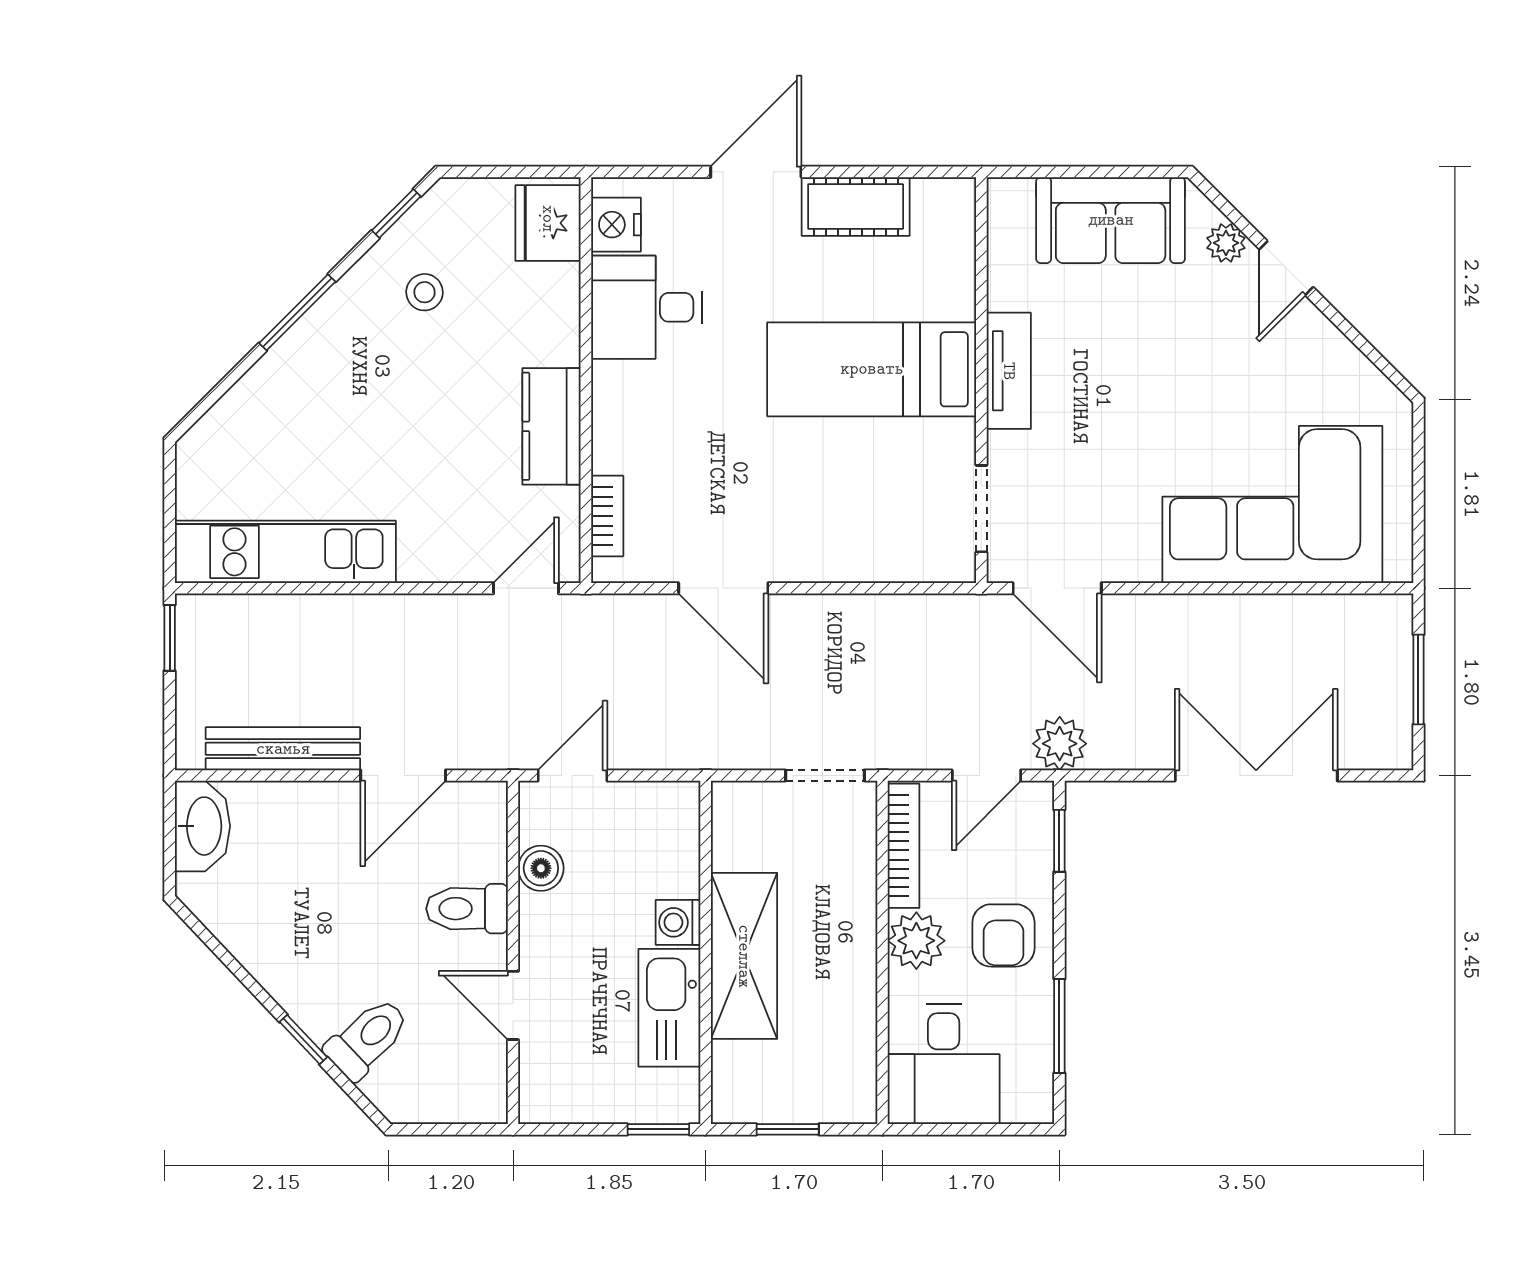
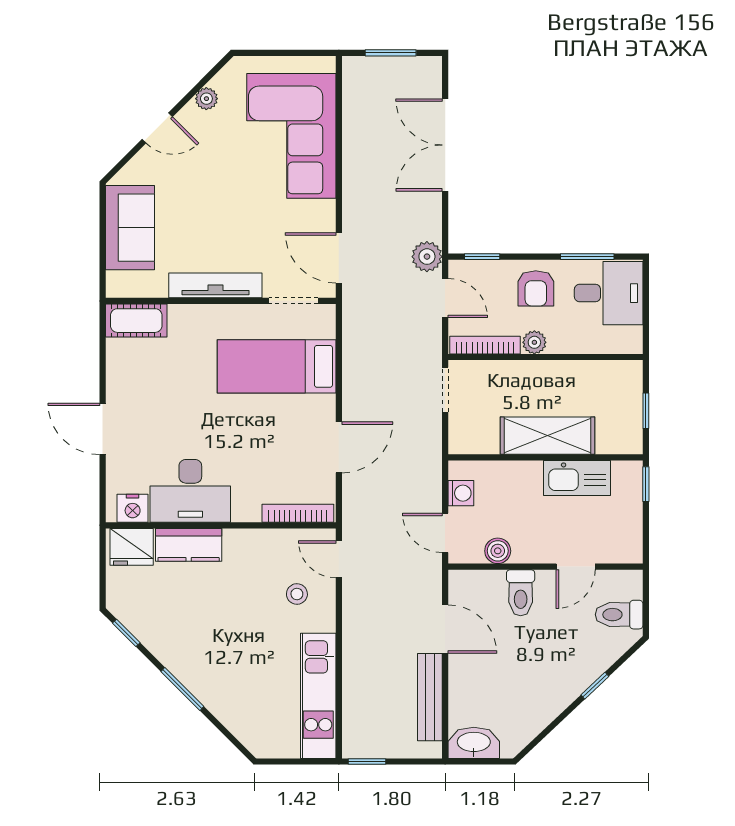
cot: (856, 206) -> (136, 321), moved, turned 90
plant: (1226, 243) -> (206, 99), moved
stool: (424, 292) -> (297, 594), moved
desk: (647, 307) -> (190, 491), width x1.37
bed: (872, 369) -> (277, 366), moved, turned 90
tv unit: (1009, 371) -> (215, 285), width x1.41
kitchen counter: (552, 426) -> (189, 545), moved
bookcase: (607, 516) -> (298, 513), width x1.56
door: (1057, 588) -> (339, 258), swing flipped
washing machine: (678, 922) -> (461, 493), moved, turned -90
armchair: (1003, 935) -> (536, 288), turned 90
plant: (916, 941) -> (534, 342), width x0.73, depth x0.73
toilet: (367, 1038) -> (619, 615), moved, turned -47
desk: (944, 1064) -> (609, 293), moved

